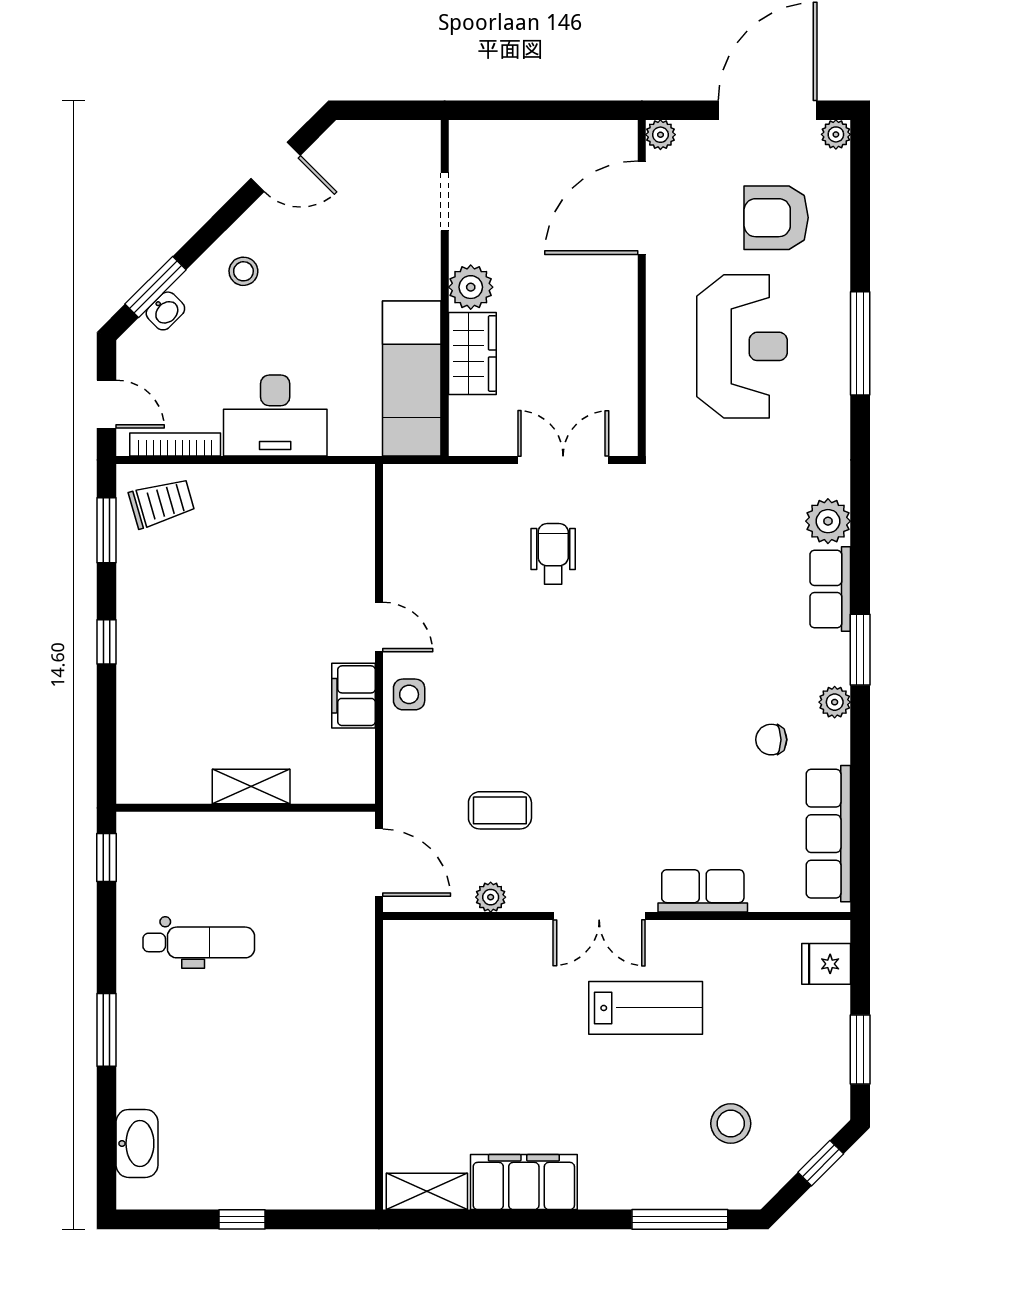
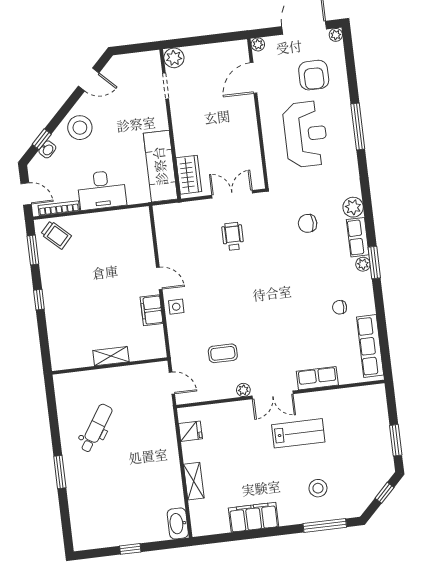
door: (642, 208) -> (253, 78), width x0.73
armchair: (776, 218) -> (314, 75), turned -90
stool: (243, 271) -> (80, 128), width x1.89, depth x1.89
window: (156, 287) -> (42, 139), width x0.67
plant: (471, 287) -> (174, 58), moved
wardrobe: (472, 353) -> (189, 175), moved
trolley: (162, 503) -> (56, 235), turned 59
chair: (723, 545) -> (308, 223), added
plant: (835, 702) -> (363, 264), moved
window: (106, 858) -> (51, 395), removed
door: (379, 863) -> (172, 383), width x0.73
plant: (491, 897) -> (243, 390), moved
dental chair: (199, 942) -> (96, 428), turned -57
fridge: (826, 964) -> (190, 431), moved, turned 180
stool: (731, 1124) -> (318, 488), moved
washbasin: (137, 1143) -> (178, 523), moved, turned 180
shelving: (427, 1191) -> (194, 481), moved, turned 90

